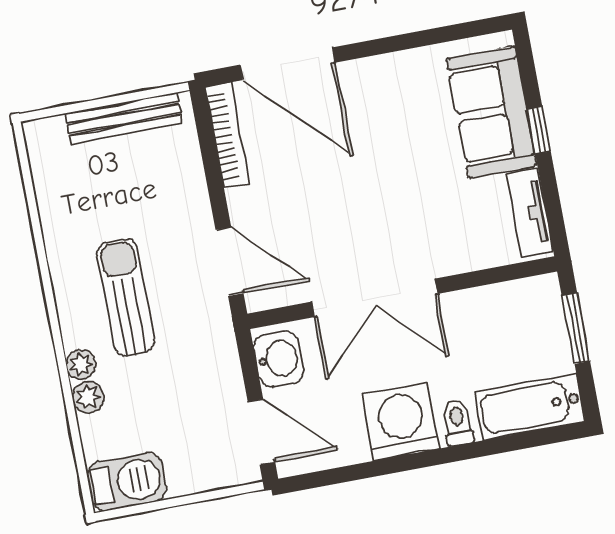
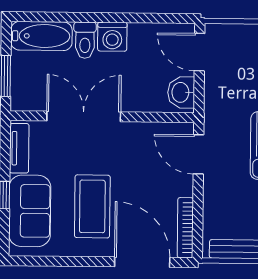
coffee table: (389, 140) -> (92, 206), added
double door: (375, 298) -> (84, 116), moved
washing machine: (401, 422) -> (112, 37), width x0.73, depth x0.73
toilet: (458, 422) -> (85, 40), width x1.37, depth x1.39

